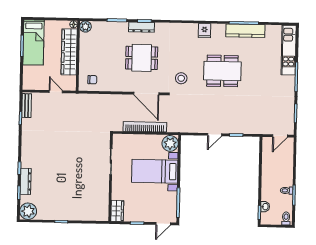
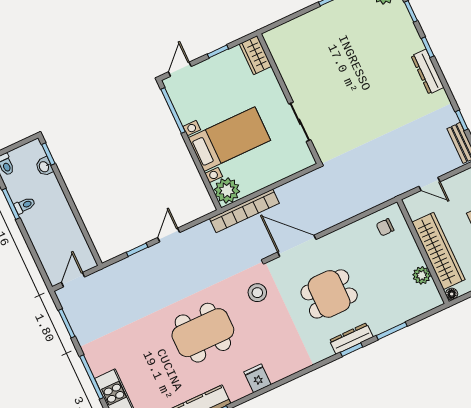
plant: (85, 27) -> (422, 275), moved
bookcase: (145, 127) -> (244, 211), moved
dresser: (26, 181) -> (427, 72), moved

